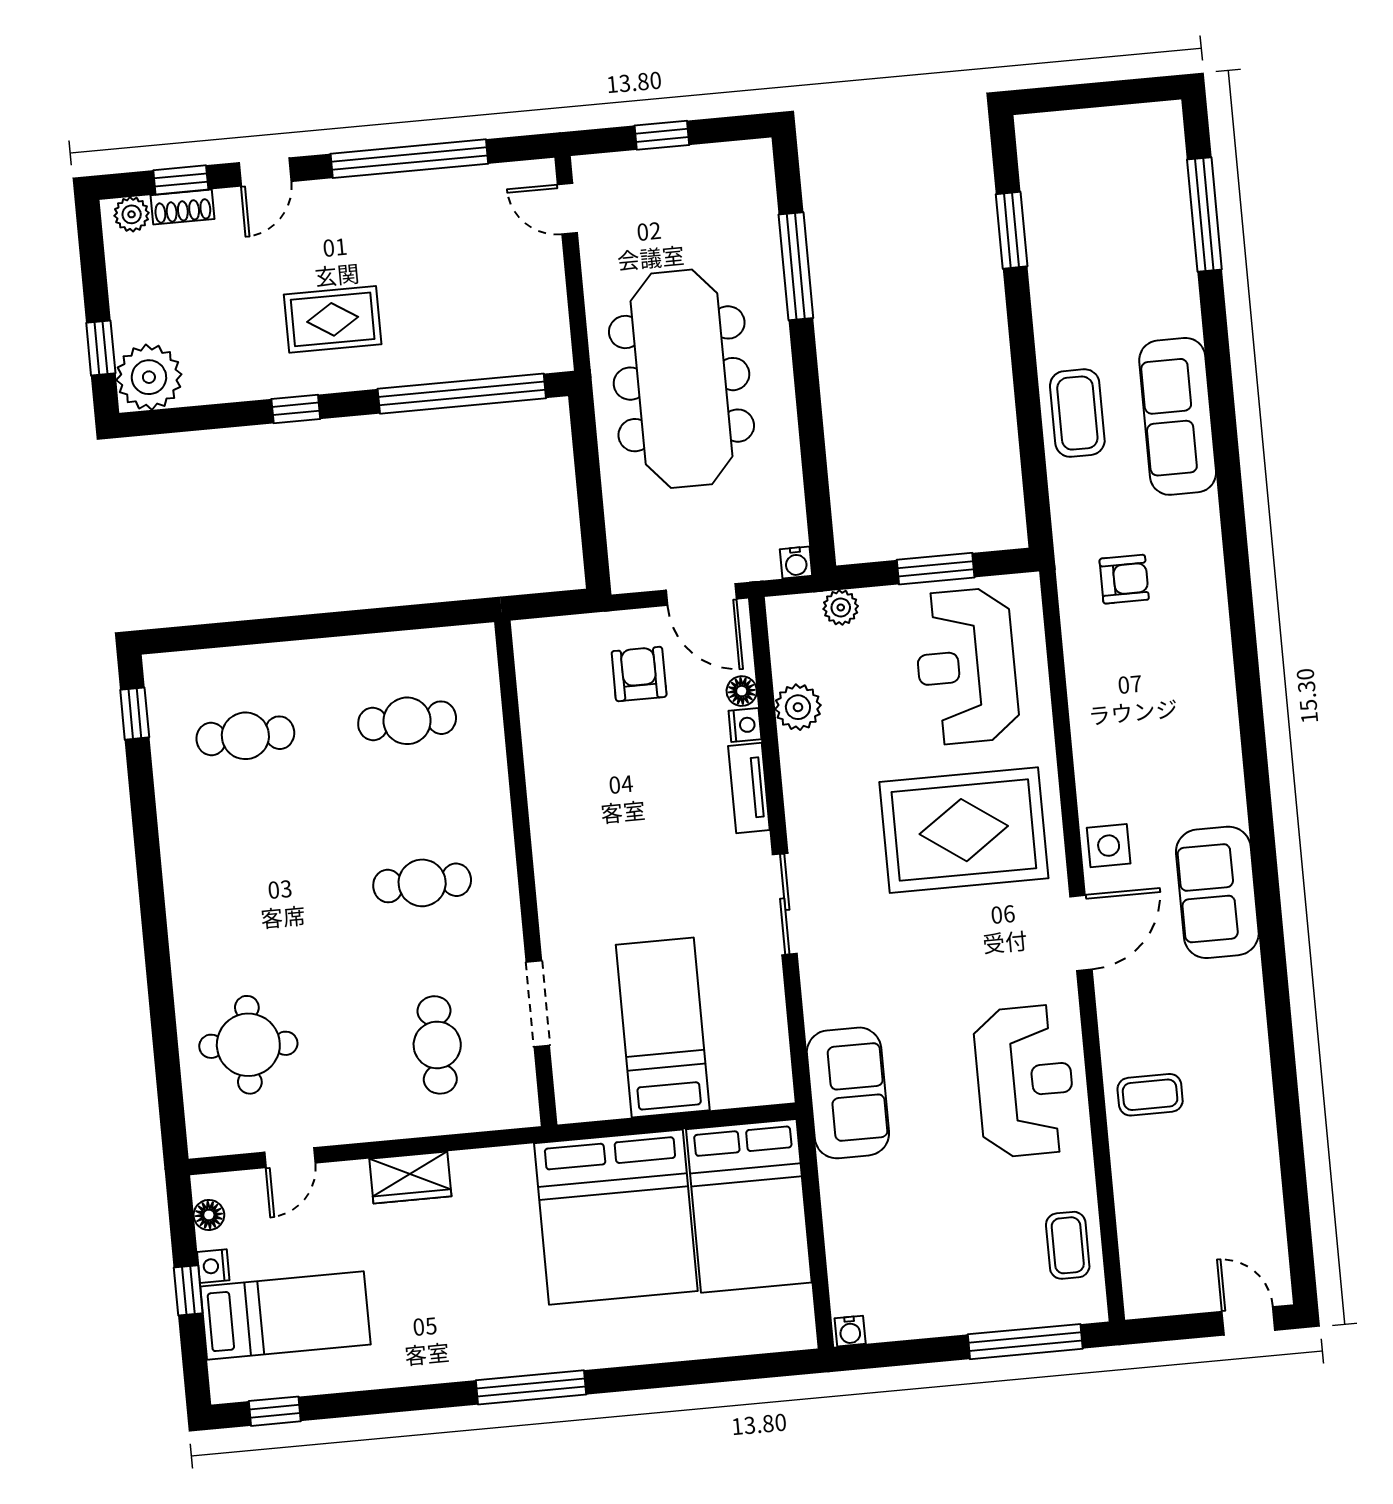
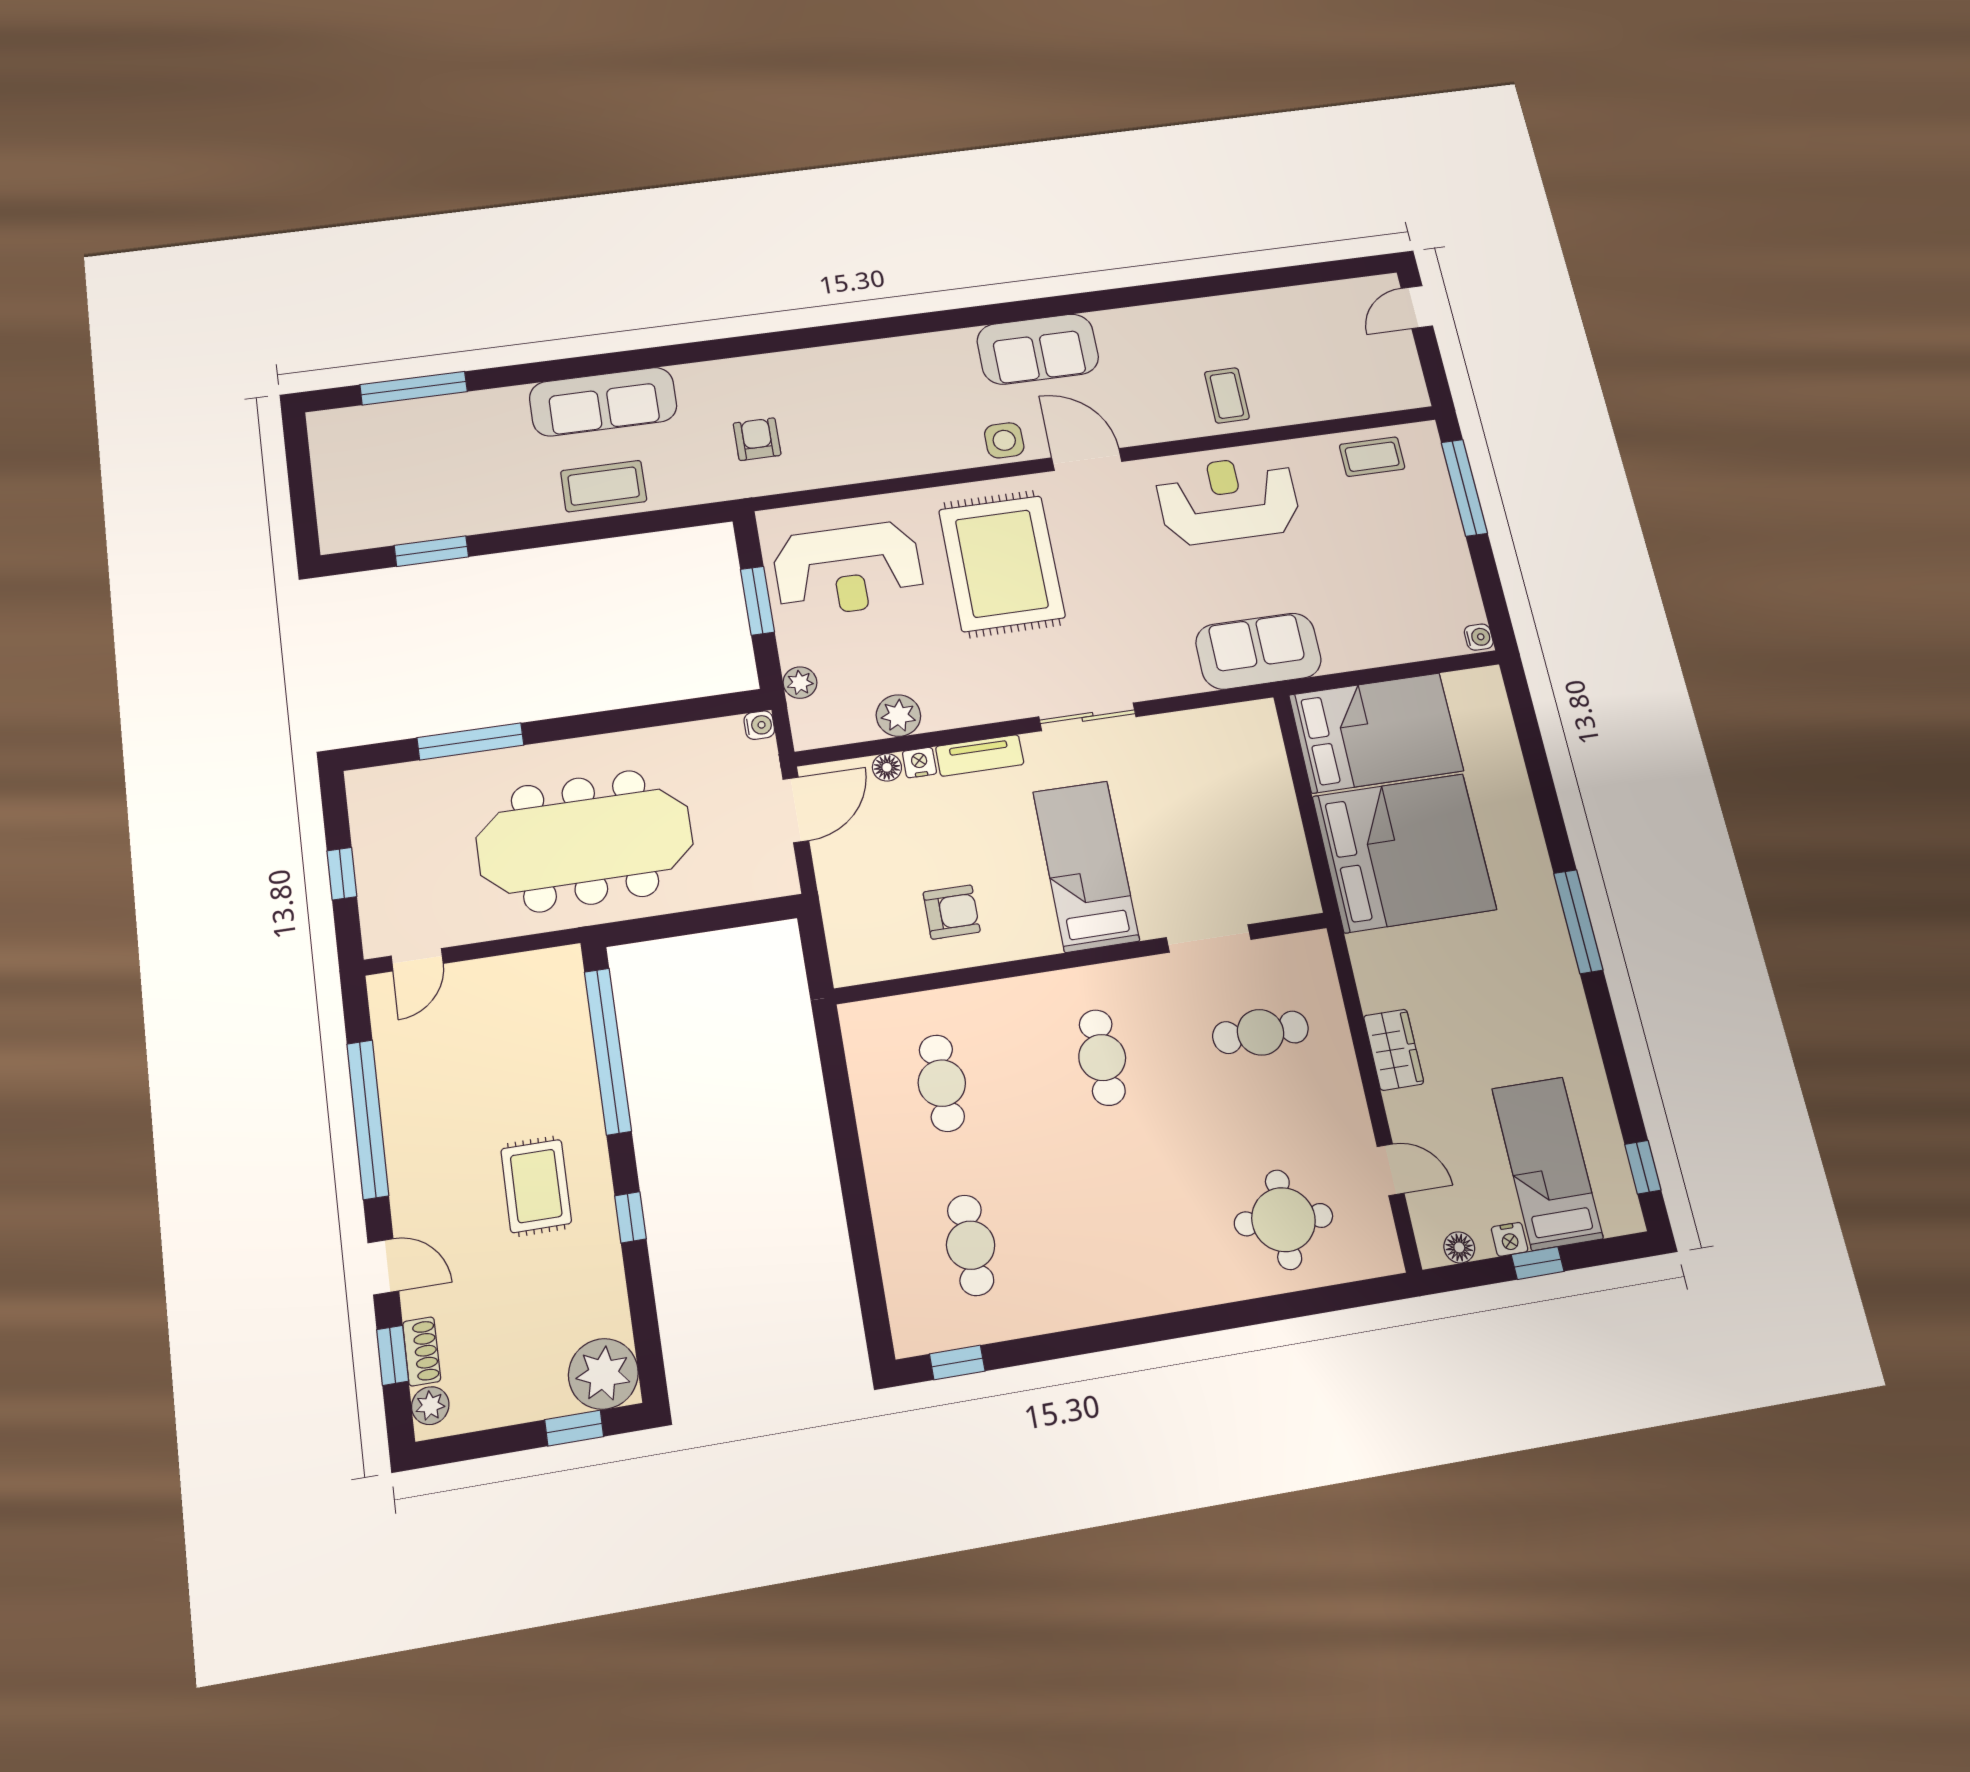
armchair: (639, 674) -> (952, 912), moved, turned 180
bed: (663, 1027) -> (1086, 866), moved, turned 90

